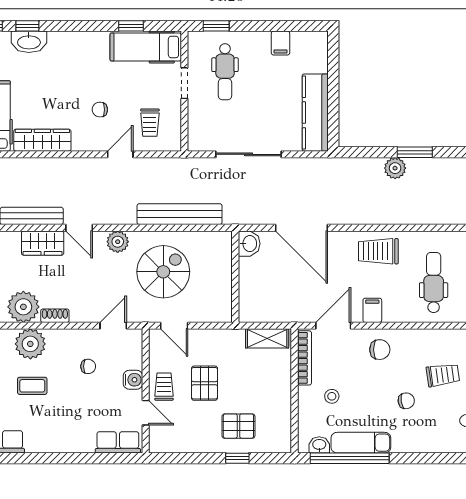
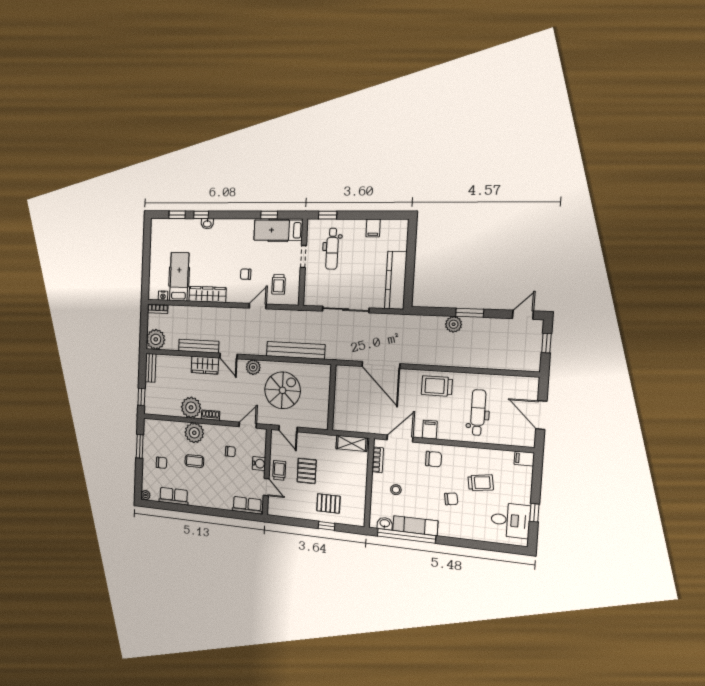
washbasin: (29, 42) -> (207, 224), width x0.52, depth x0.69
washbasin: (249, 244) -> (343, 374), removed
bookcase: (304, 358) -> (378, 460), width x0.64

